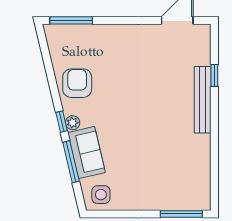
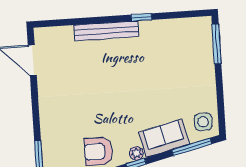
window: (214, 75) -> (141, 17), moved
window: (71, 162) -> (192, 147), moved

